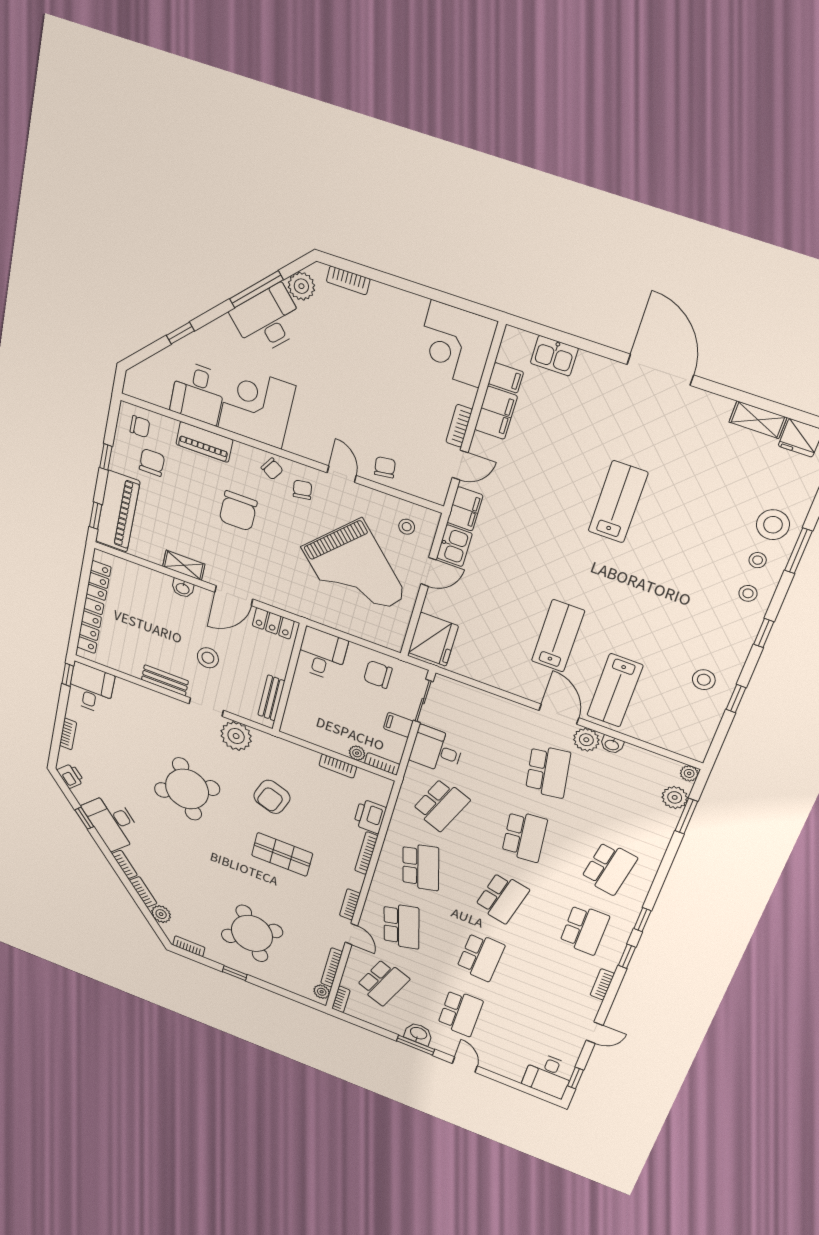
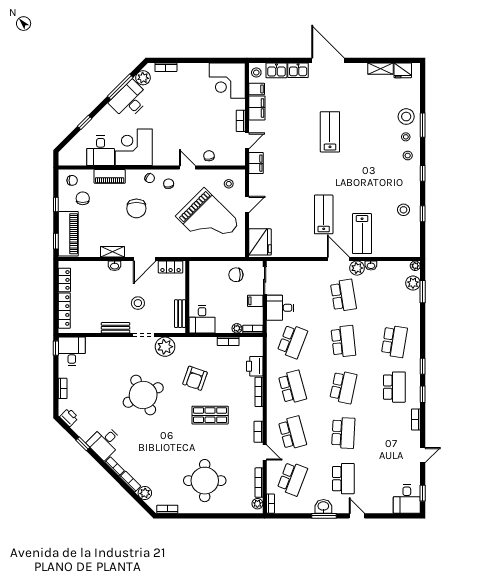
stool: (515, 347) -> (256, 73), added
kitchen sink: (454, 546) -> (298, 70), moved, turned 90
desk: (322, 654) -> (202, 319), moved, turned 180
desk: (112, 822) -> (105, 442), width x0.73
round table: (252, 933) -> (205, 481), turned 32
window: (235, 973) -> (201, 516), removed

